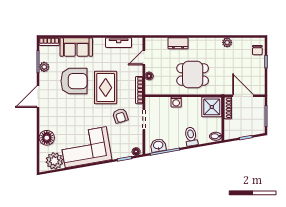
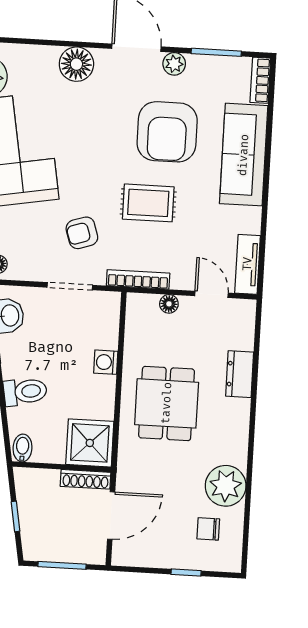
plant: (227, 42) -> (226, 486), width x1.87, depth x1.87
tv unit: (119, 43) -> (248, 264), moved
sofa: (76, 47) -> (244, 155), width x1.36
chair: (257, 50) -> (208, 529), moved
plant: (44, 67) -> (174, 64), moved
rug: (106, 88) -> (148, 203), width x0.73, depth x0.70
floor lamp: (47, 138) -> (76, 64), moved

